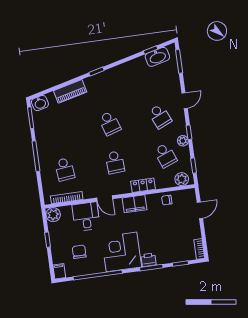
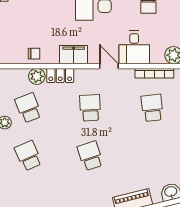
plant: (182, 179) -> (37, 76), moved

